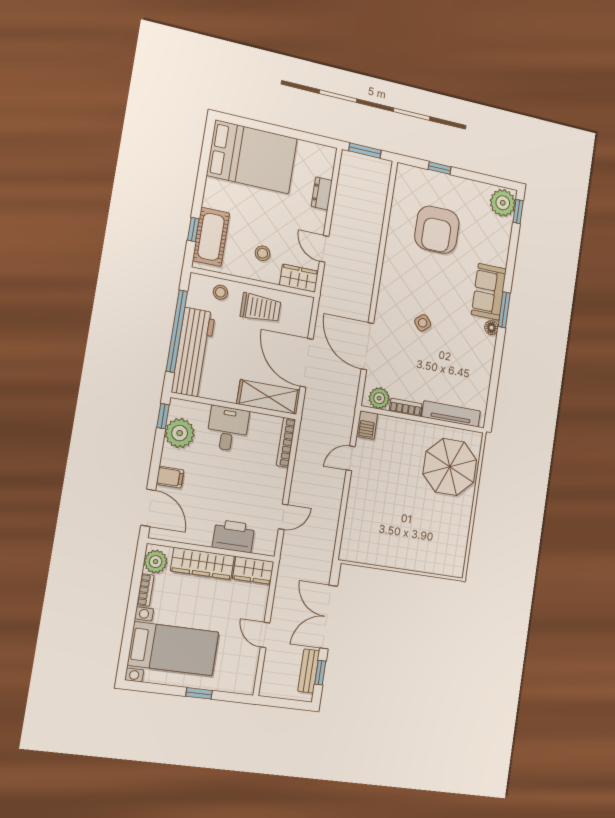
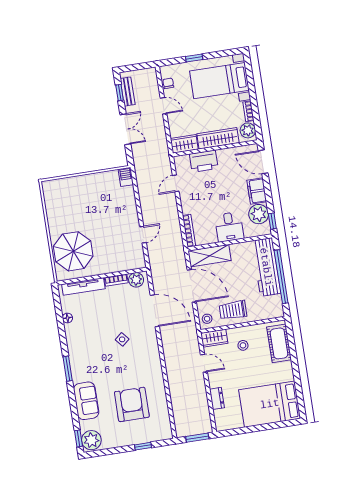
window: (193, 229) -> (292, 344), removed
stool: (220, 292) -> (207, 319), moved
sofa: (489, 292) -> (86, 401), moved
floor lamp: (491, 328) -> (67, 318), moved
barbecue: (367, 425) -> (126, 177), moved
filing cabinet: (170, 477) -> (257, 191), width x2.00
double door: (329, 617) -> (125, 129), width x0.73
chair: (248, 666) -> (168, 83), added

